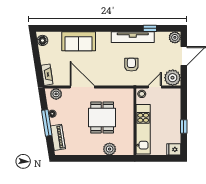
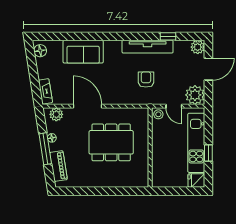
door: (155, 87) -> (174, 106), swing flipped
dining table: (102, 117) -> (111, 142), width x1.38
kitchen unit: (143, 129) -> (196, 143), moved, turned 180
plant: (110, 149) -> (120, 180), removed

